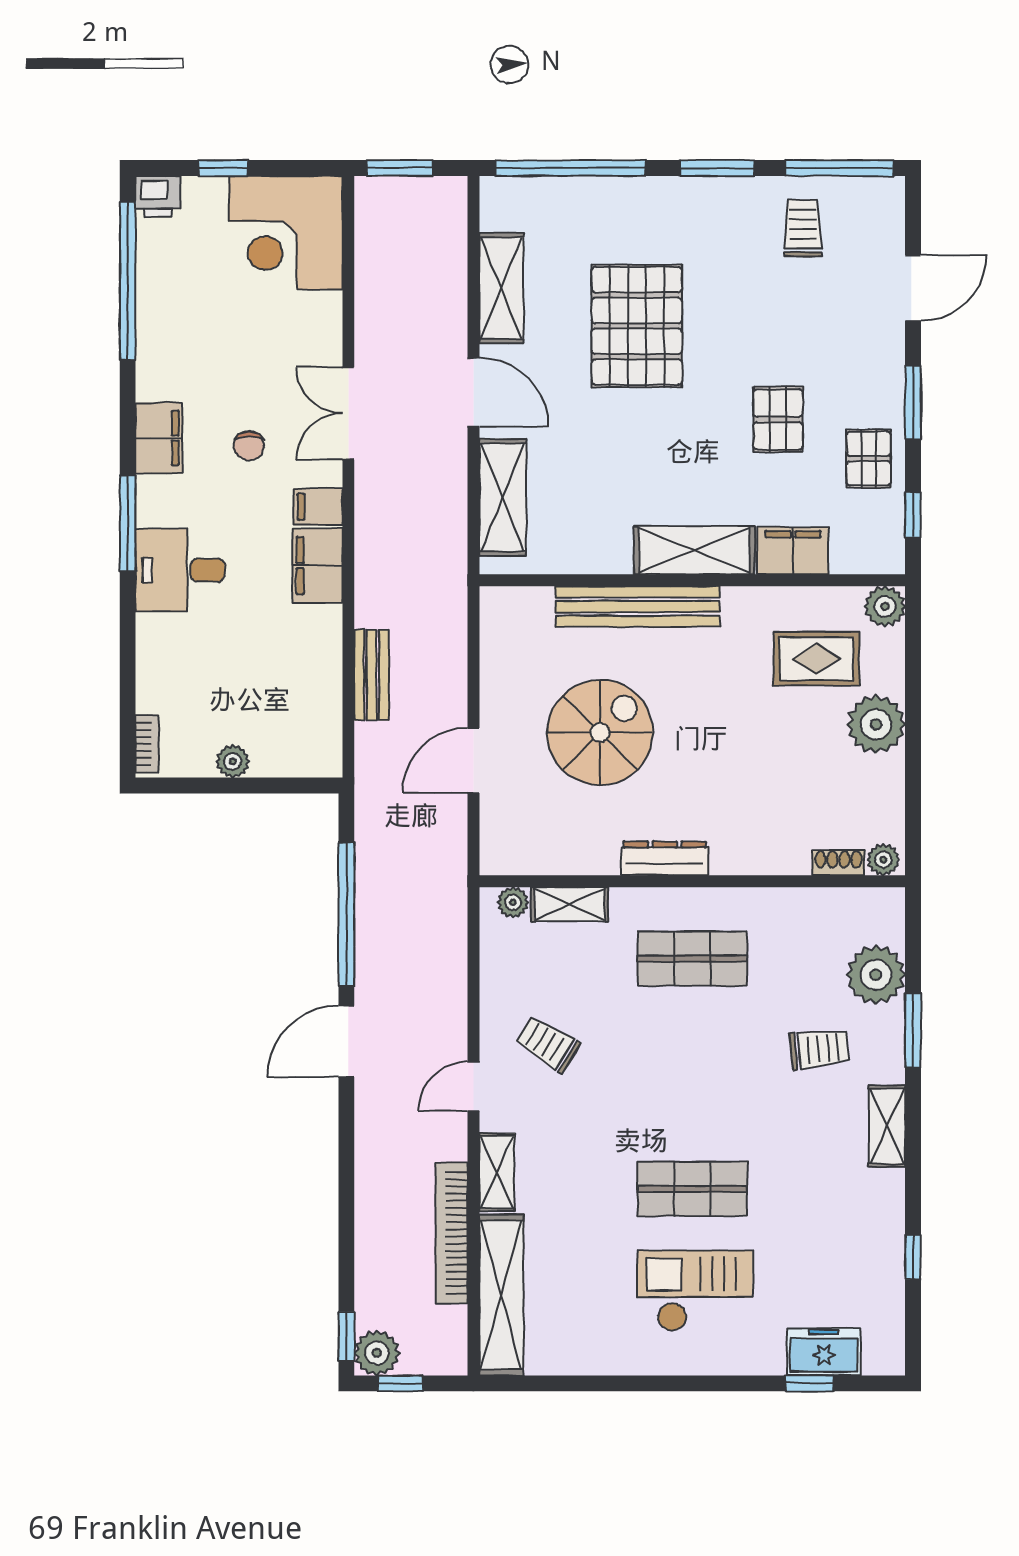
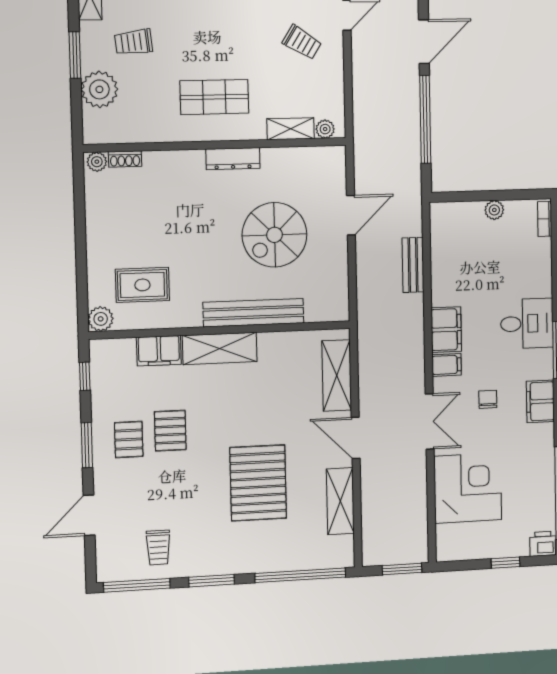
corner desk: (286, 233) -> (468, 488), moved
pallet: (869, 458) -> (129, 440), moved
plant: (876, 724) -> (104, 246), removed

